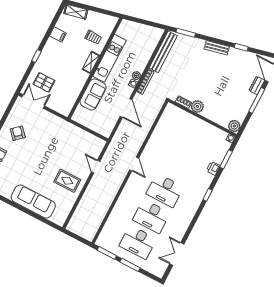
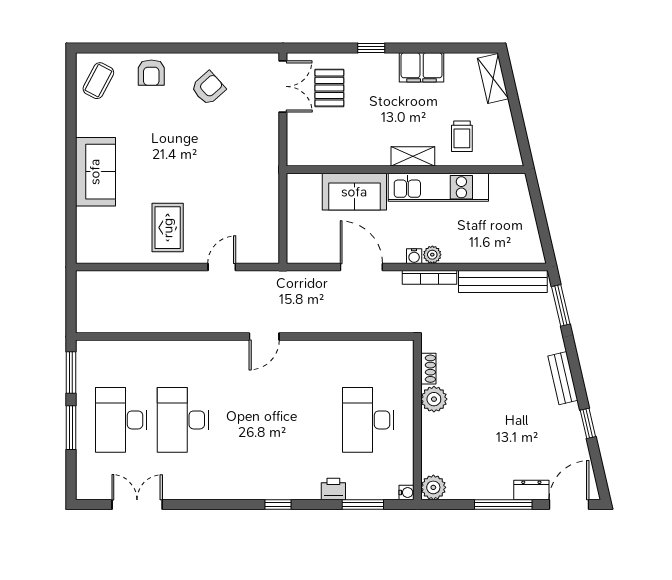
filing cabinet: (58, 35) -> (422, 67), width x2.00
door: (126, 108) -> (361, 267), swing flipped
desk: (165, 190) -> (368, 420), moved
sofa: (33, 201) -> (95, 172), width x0.73

